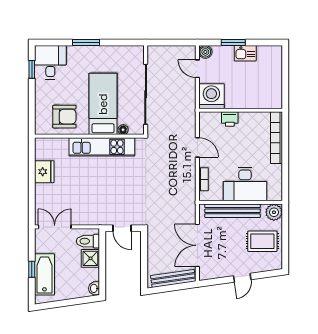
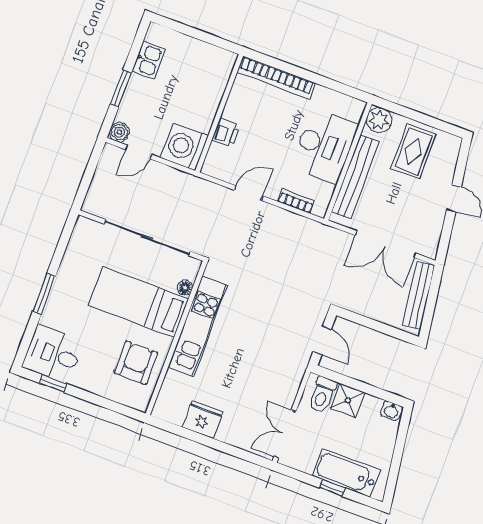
kitchen sink: (245, 53) -> (148, 60), moved
door: (122, 228) -> (322, 340), hinge flipped

